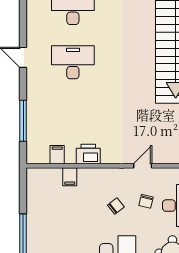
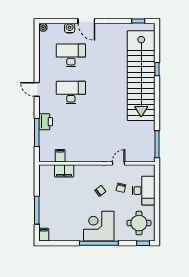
printer: (88, 154) -> (46, 122), moved, turned 90
filing cabinet: (70, 177) -> (64, 171), width x2.00

